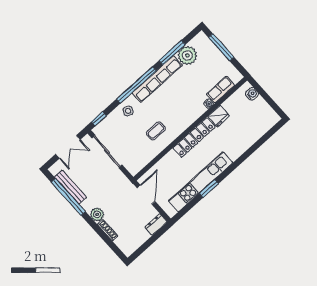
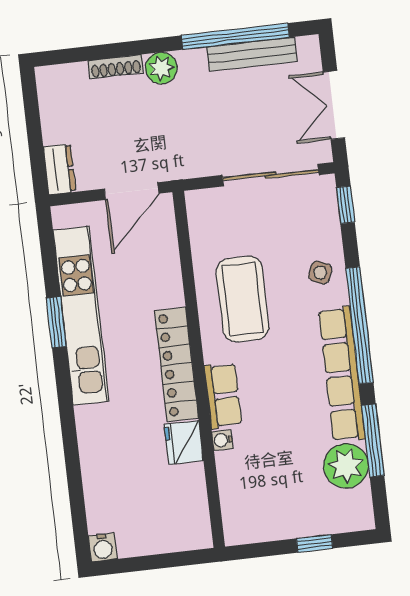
window: (221, 47) -> (315, 543), width x0.46
row of seats: (221, 90) -> (223, 396), moved
water cooler: (252, 94) -> (103, 547), moved
coffee table: (156, 131) -> (243, 299), width x1.86, depth x1.72
door: (146, 195) -> (132, 191), hinge flipped

